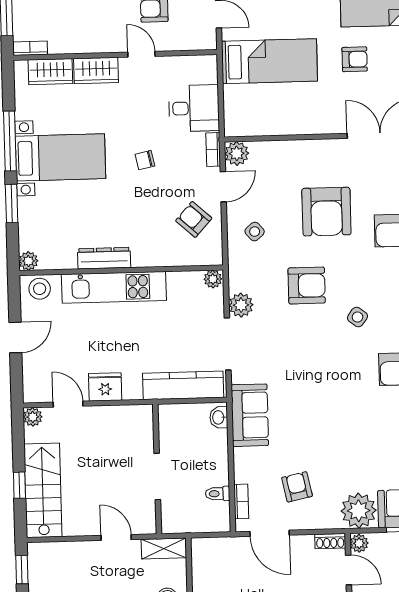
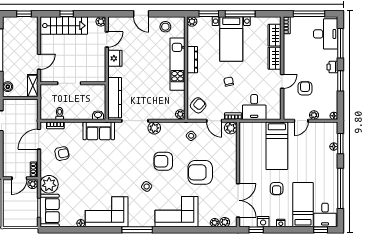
dresser: (104, 258) -> (192, 60), moved
plant: (28, 261) -> (192, 21), moved
wall: (121, 270) -> (186, 68), moved
plant: (213, 279) -> (180, 114), moved
armchair: (307, 285) -> (163, 161), turned 90
kitchen unit: (114, 287) -> (177, 64), moved

